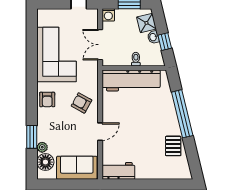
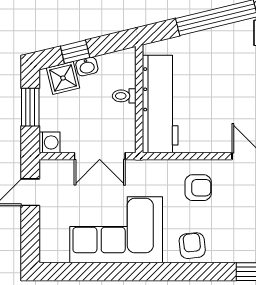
window: (165, 42) -> (75, 52), moved
armchair: (47, 99) -> (192, 246), turned -96
armchair: (82, 103) -> (198, 188), turned -119

